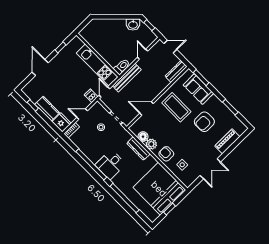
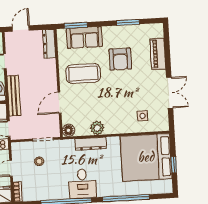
floor lamp: (143, 137) -> (68, 130), moved
armchair: (166, 154) -> (119, 122), removed

